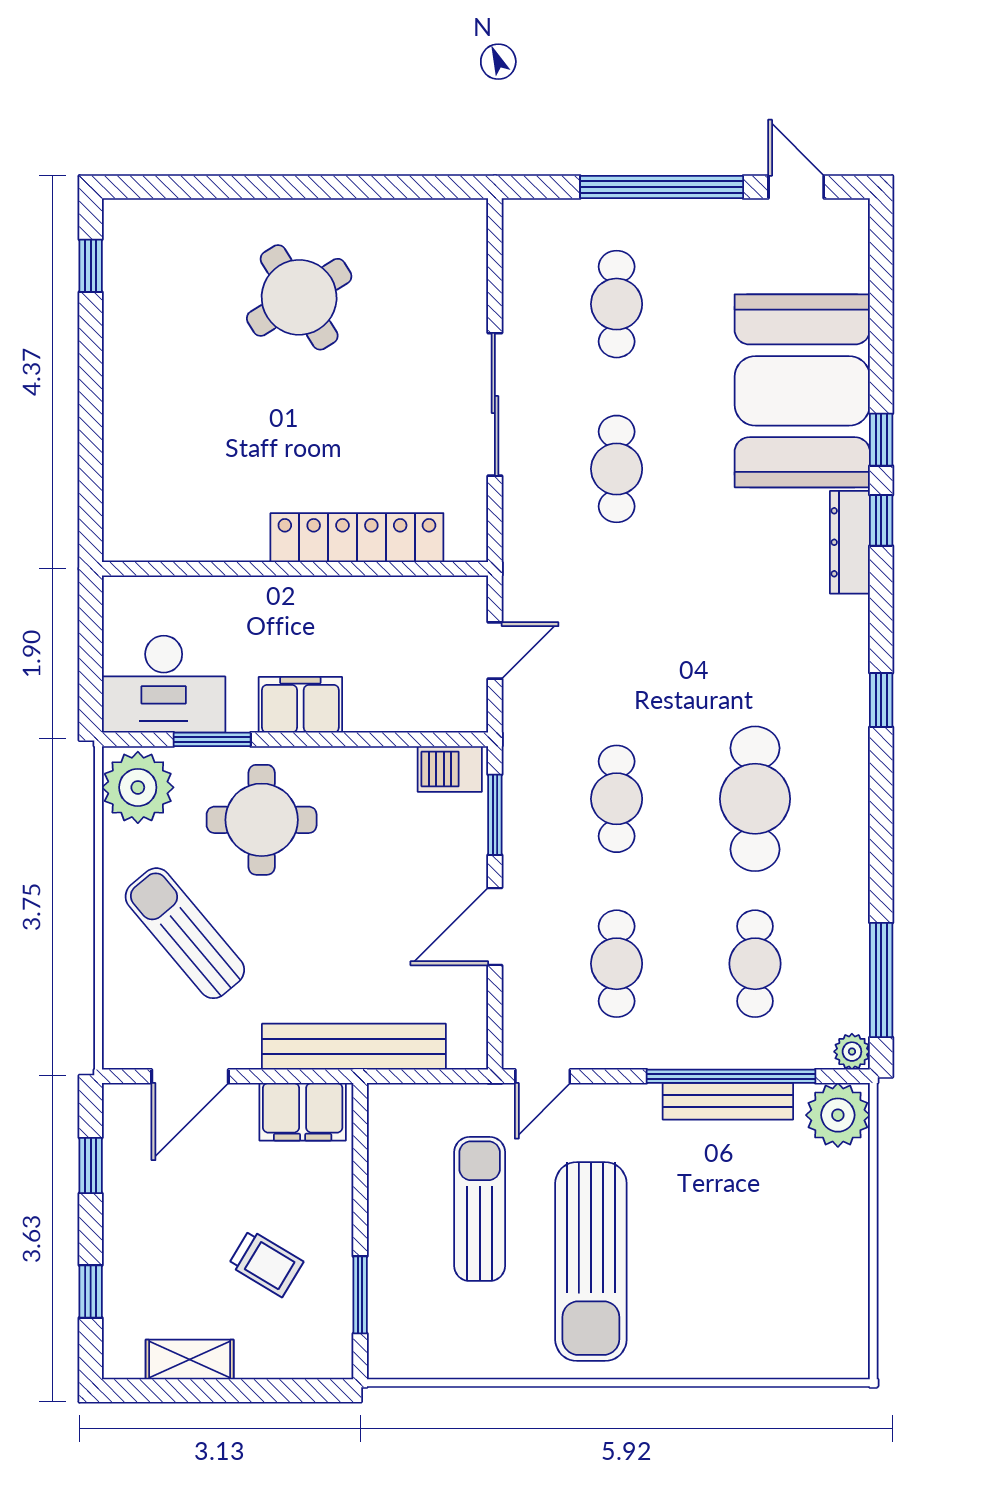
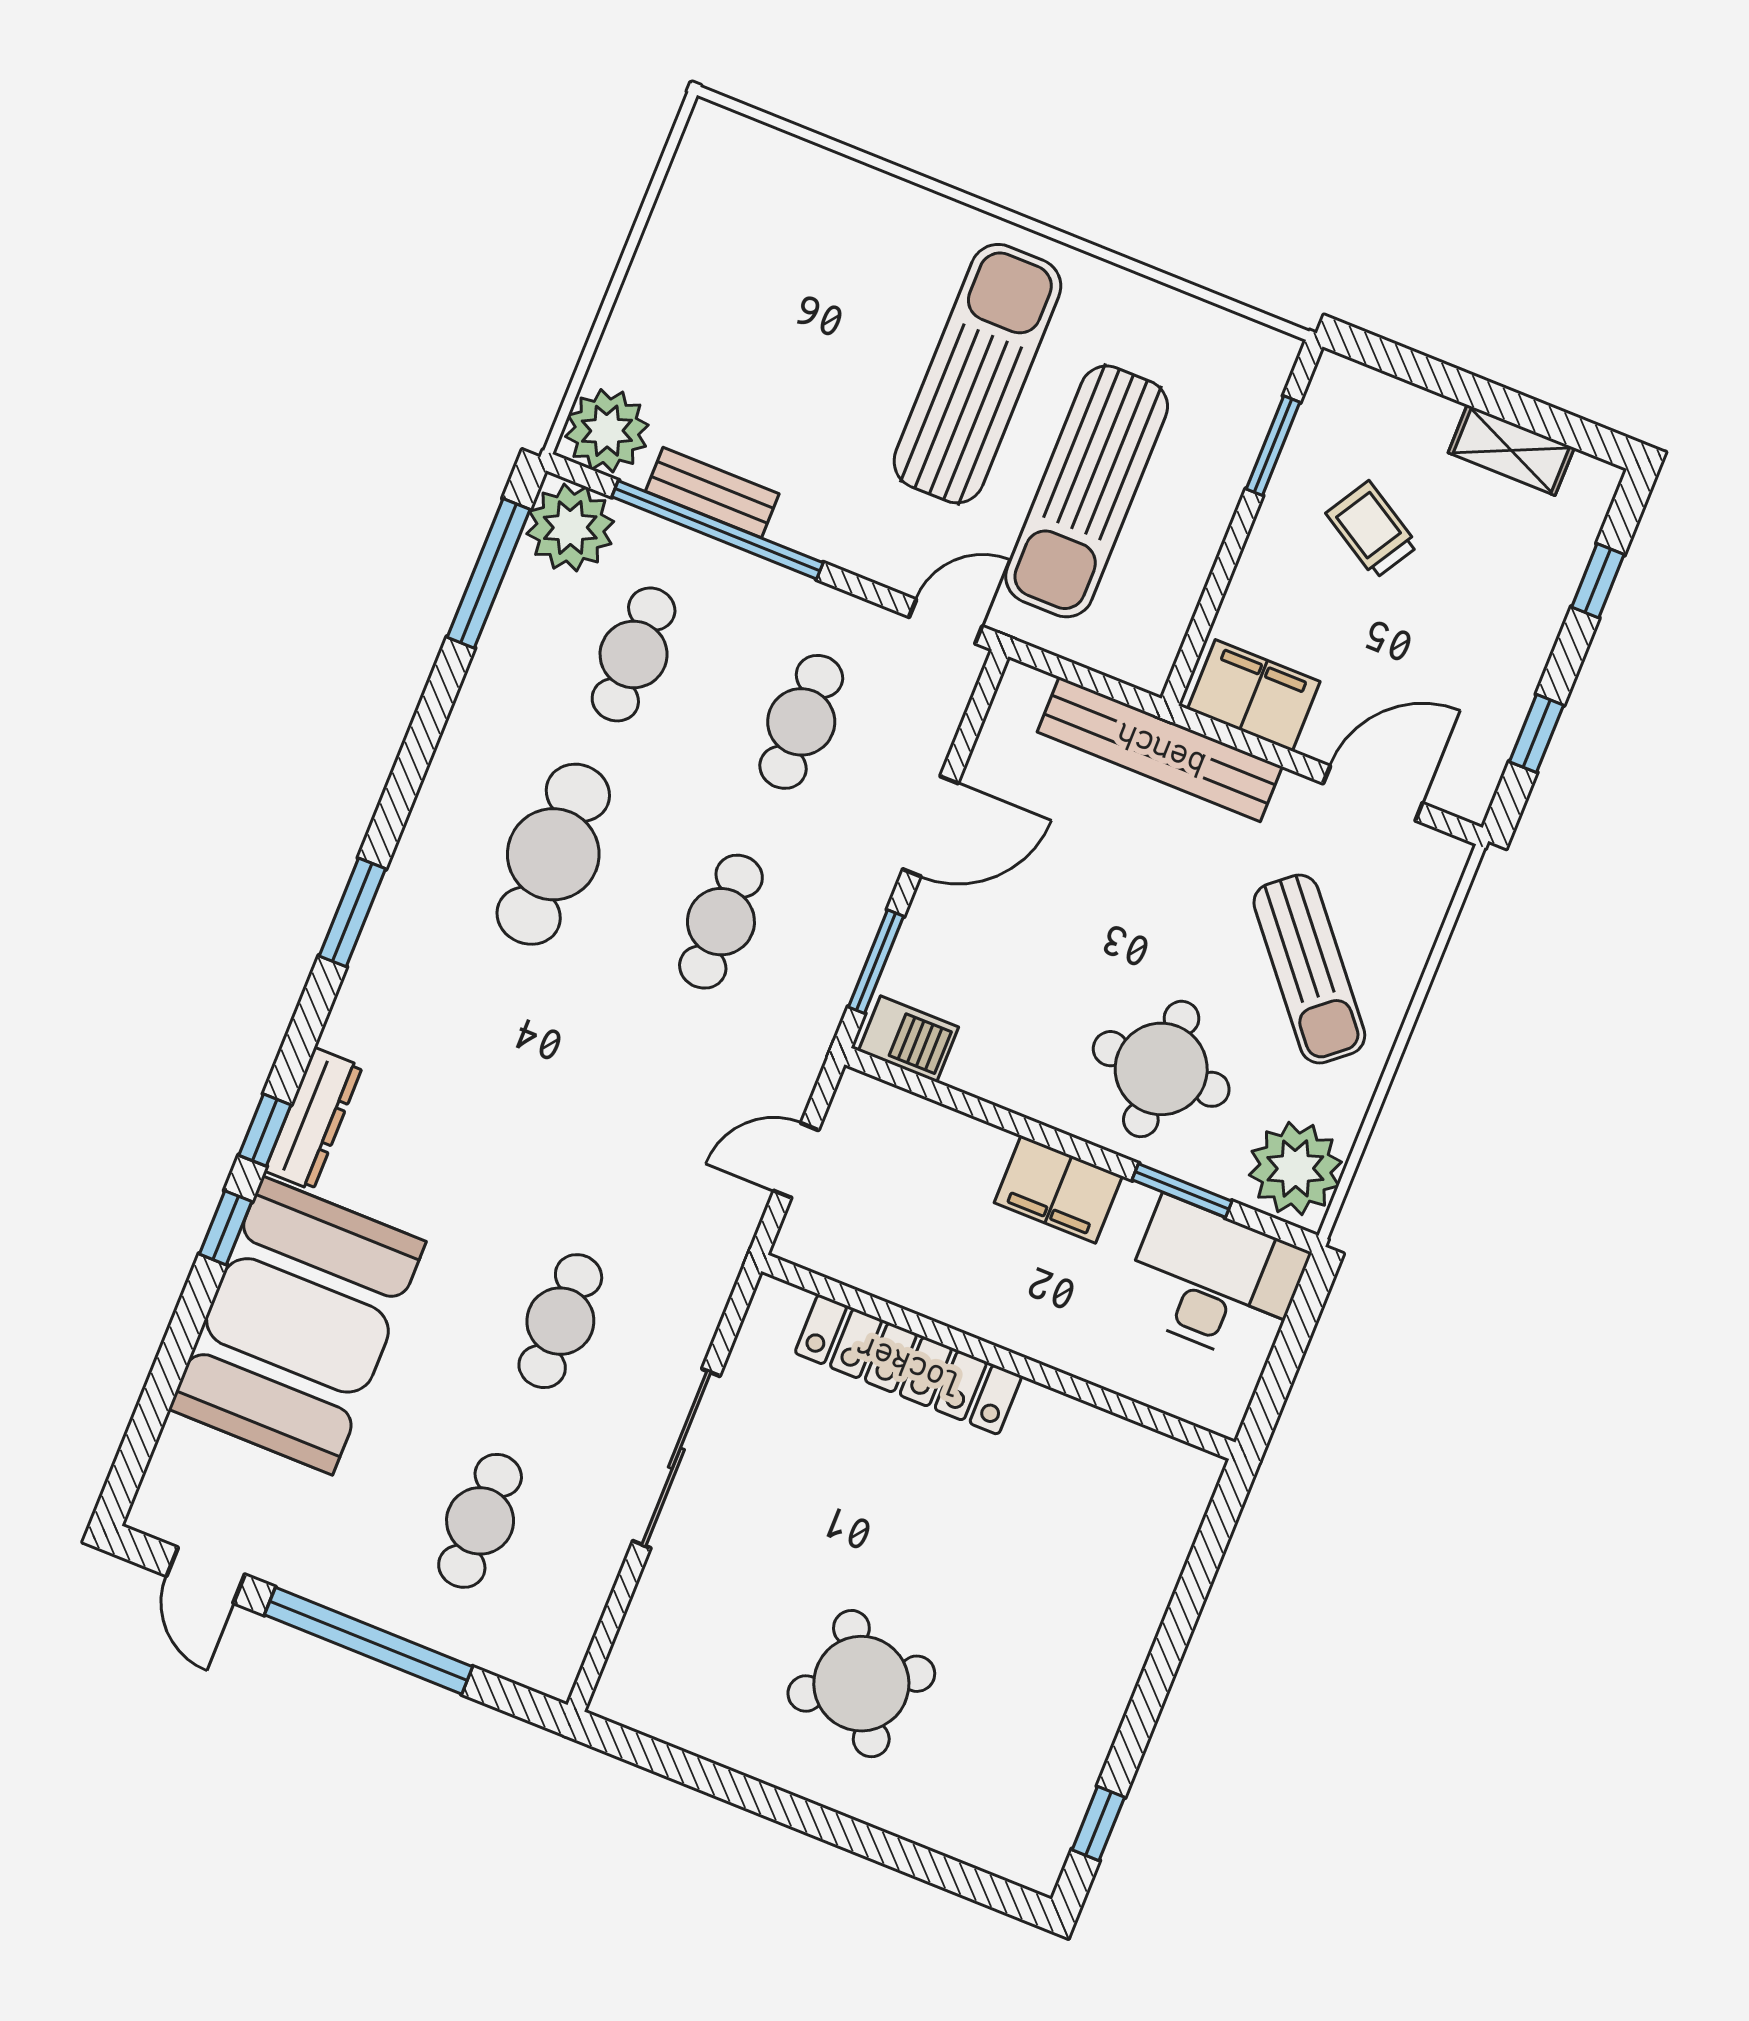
window: (881, 700) -> (352, 912), width x1.50
plant: (852, 1052) -> (570, 528), width x1.87, depth x1.87
bench: (728, 1101) -> (712, 493), width x0.73
sun lounger: (480, 1209) -> (1087, 491), width x1.36, depth x1.34

